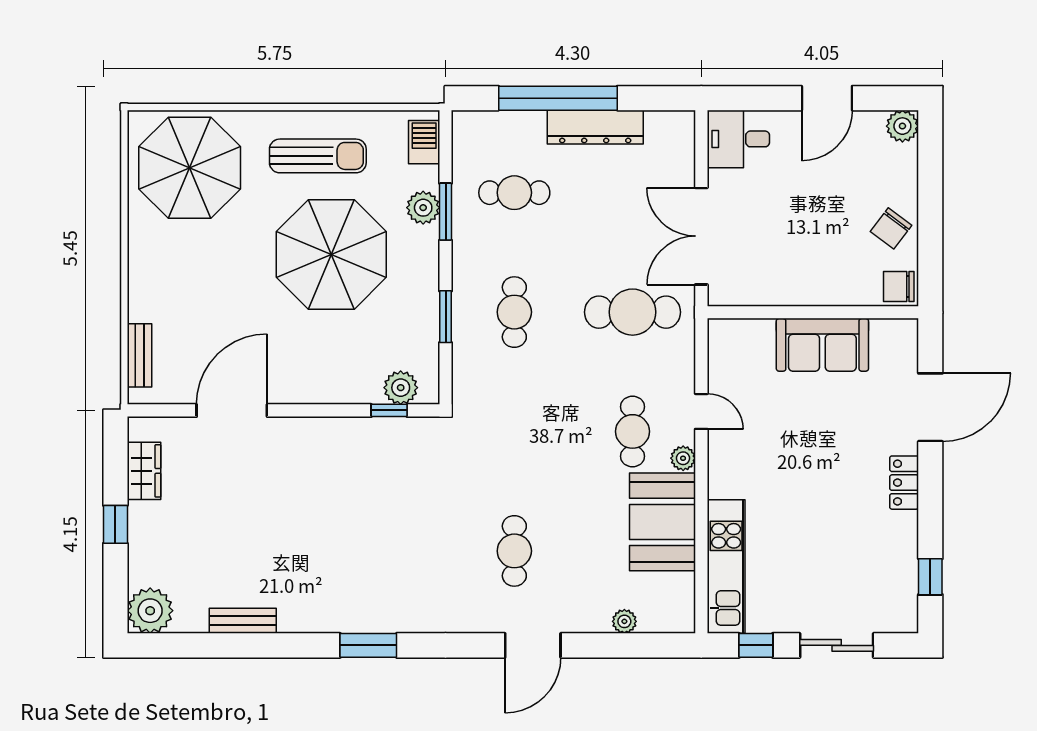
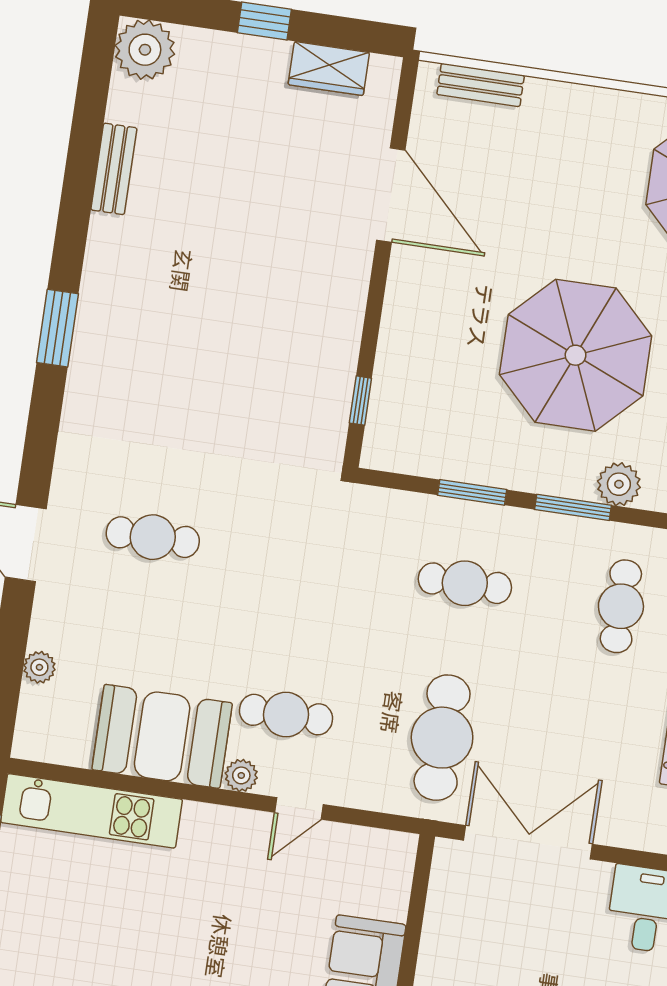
window: (446, 212) -> (573, 507), moved
plant: (401, 388) -> (388, 420), removed

